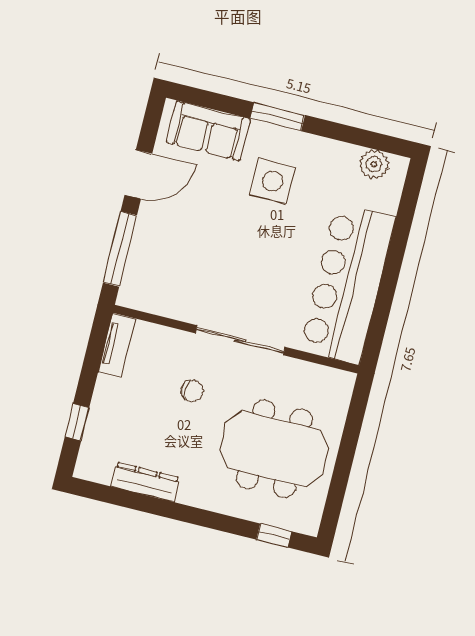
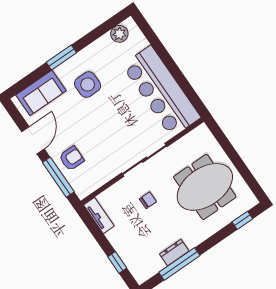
armchair: (159, 245) -> (71, 158), added
dresser: (145, 482) -> (174, 253), width x0.70
window: (146, 504) -> (179, 264), added

